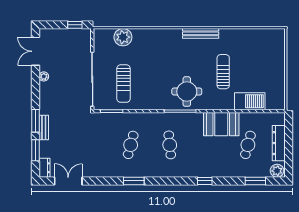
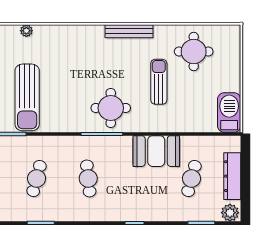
plant: (123, 37) -> (26, 31), width x0.53, depth x0.53
round table: (250, 49) -> (194, 51), added
sun lounger: (124, 84) -> (27, 97), width x1.36, depth x1.34
barbecue: (250, 101) -> (229, 112), moved, turned -90

